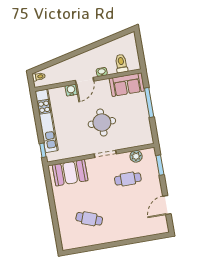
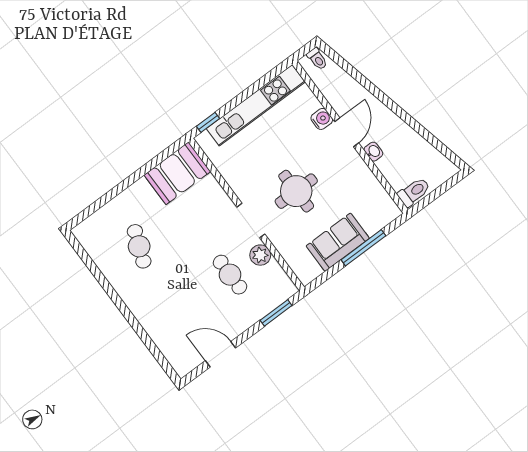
toilet: (121, 64) -> (414, 192), moved
door: (85, 81) -> (347, 132), swing flipped
sofa: (127, 85) -> (338, 242), moved, turned 90
plant: (136, 156) -> (260, 255), moved
booth: (70, 173) -> (177, 173), moved, turned 90

